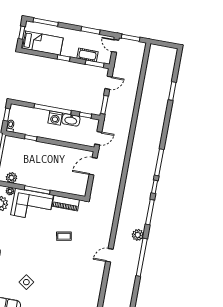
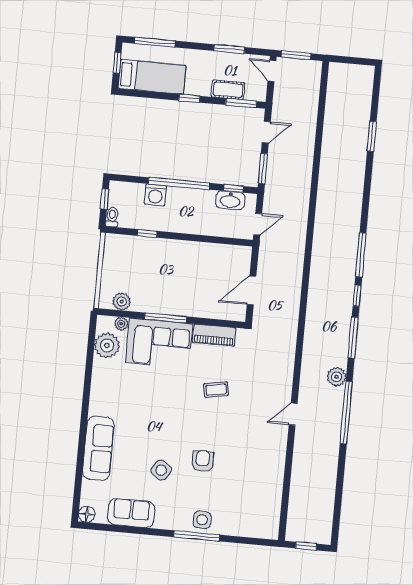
washing machine: (55, 118) -> (155, 195), moved
washbasin: (71, 120) -> (230, 200), moved
door: (93, 166) -> (252, 290), moved
armchair: (52, 279) -> (203, 461), added

